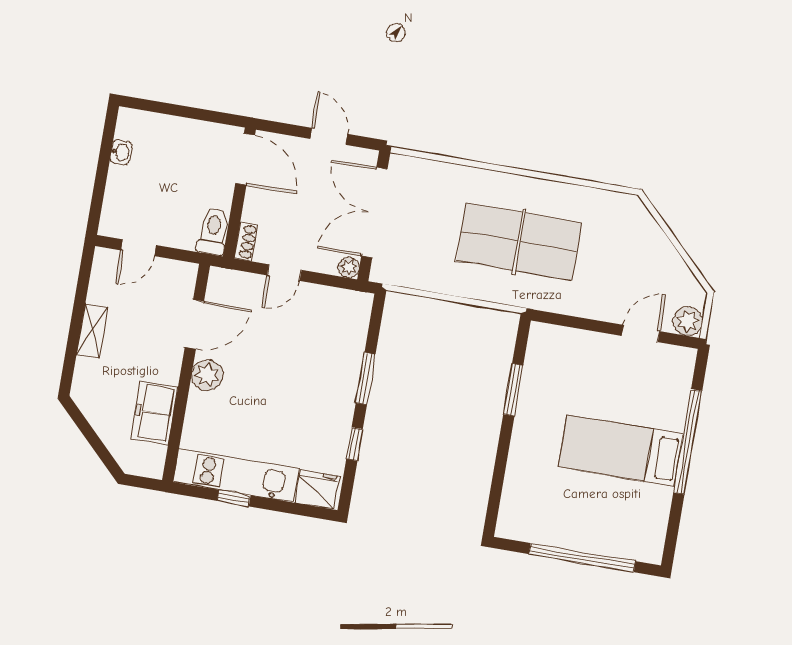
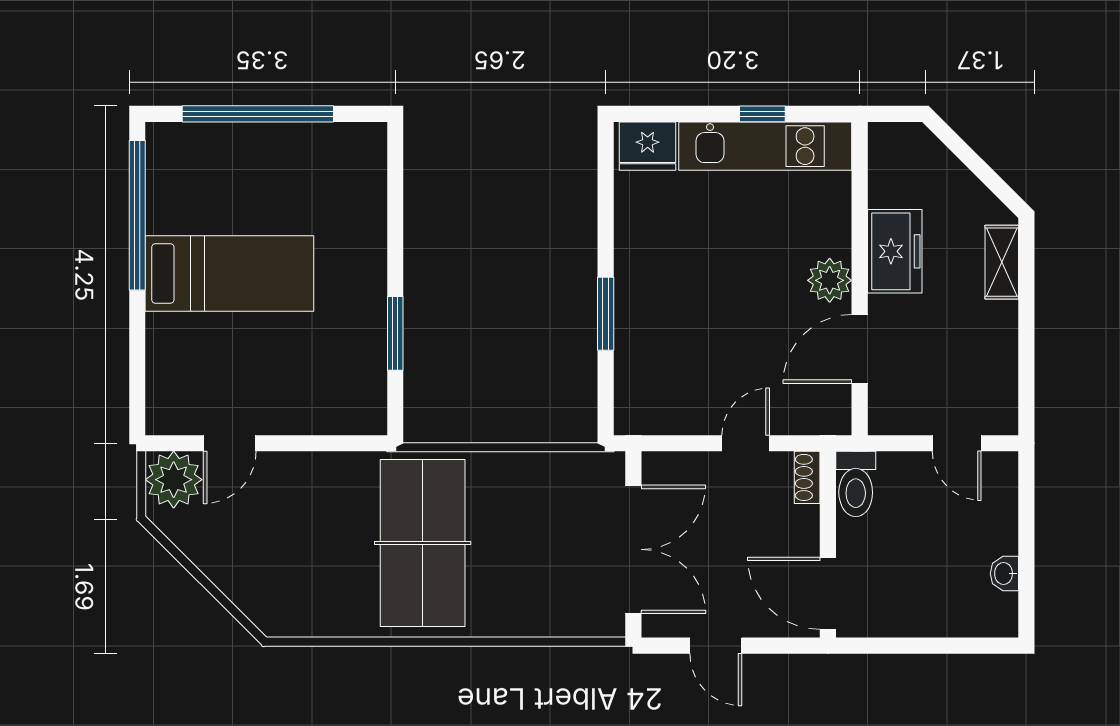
table tennis table: (519, 242) -> (423, 543), turned 90
door: (139, 248) -> (957, 443), swing flipped
plant: (349, 267) -> (656, 466), removed
plant: (688, 321) -> (174, 480), width x1.36, depth x1.36
shelving: (92, 331) -> (1002, 262), moved
freezer: (154, 413) -> (895, 251), moved
window: (688, 442) -> (137, 215), moved
window: (354, 444) -> (606, 219), removed

